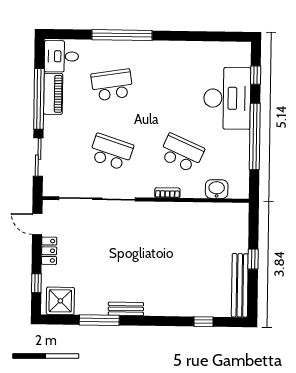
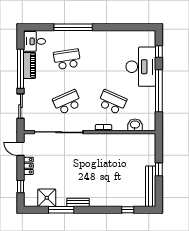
school desk: (111, 152) -> (67, 102), turned -42
shower: (60, 301) -> (47, 198), moved

